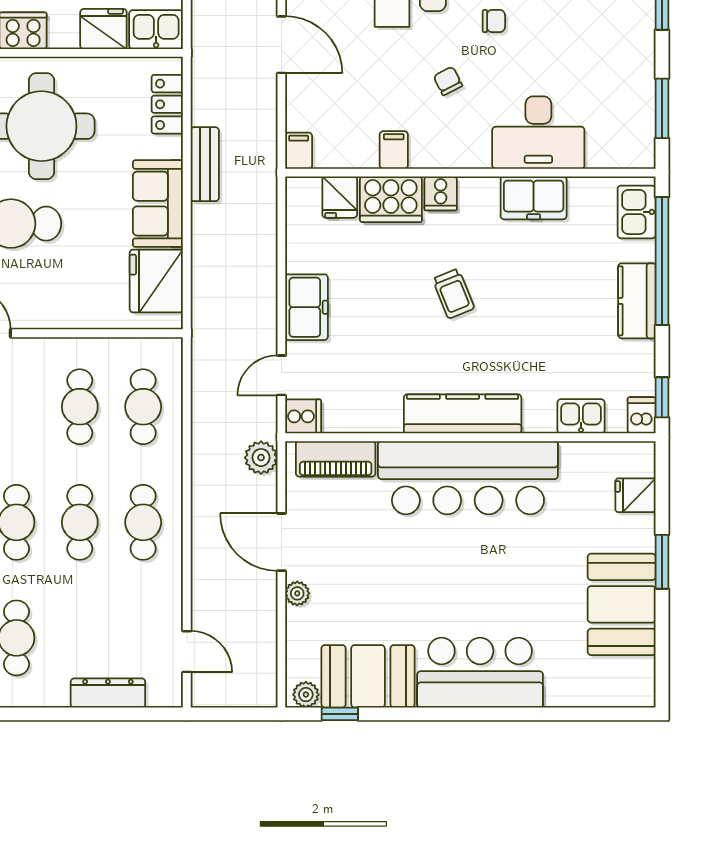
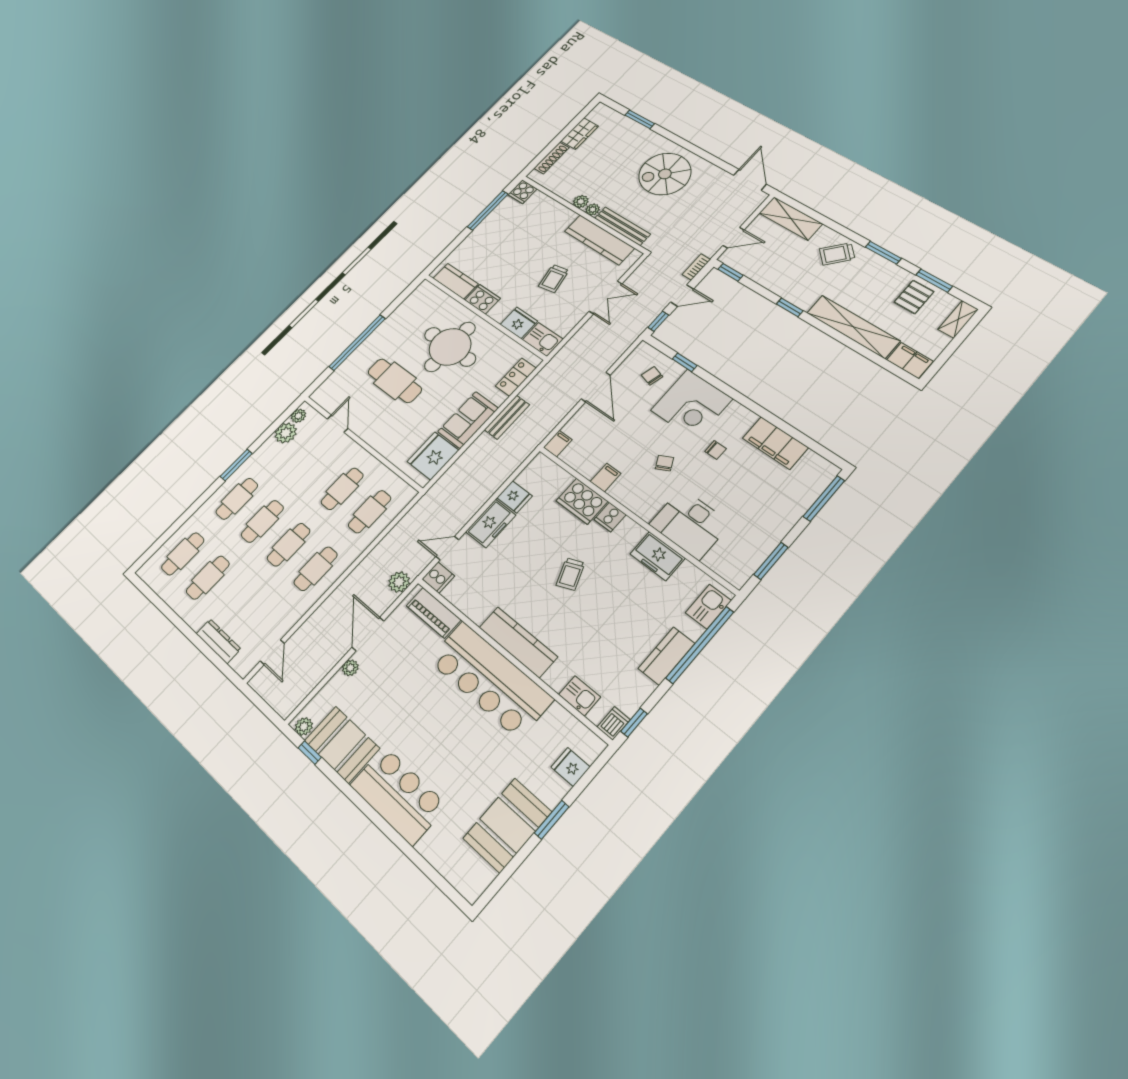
fridge: (340, 197) -> (515, 497), moved, turned -90

